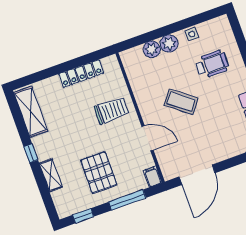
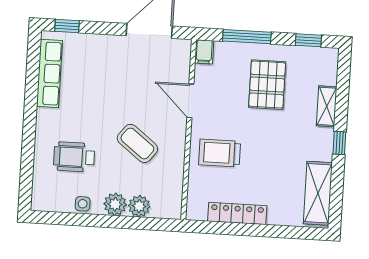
coffee table: (181, 102) -> (137, 143), moved

